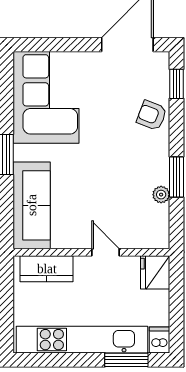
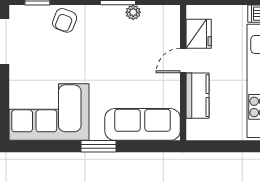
kitchen counter: (47, 269) -> (197, 96), moved
fridge: (155, 272) -> (199, 34), moved, turned -90

